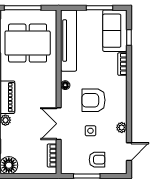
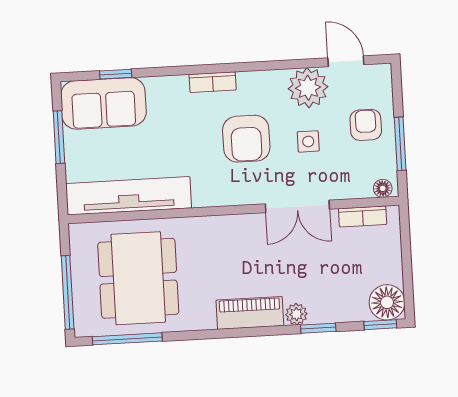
bookcase: (122, 64) -> (213, 82), moved
floor lamp: (65, 85) -> (383, 188), moved
plant: (122, 127) -> (308, 88), width x1.88, depth x1.88

